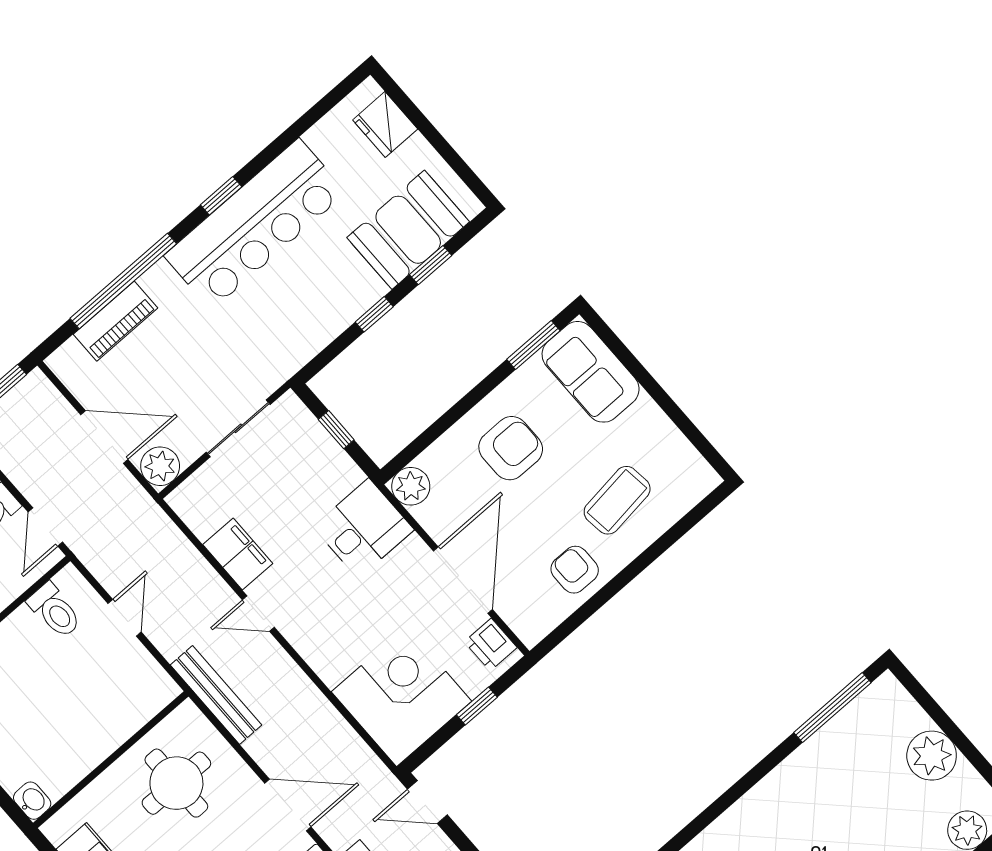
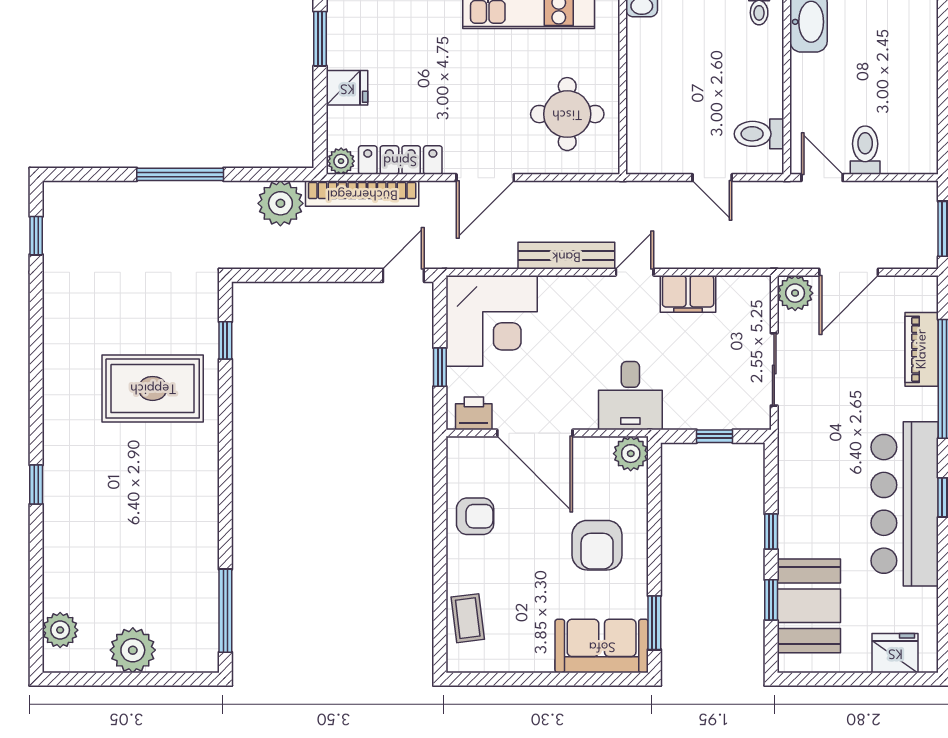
coffee table: (617, 500) -> (468, 618), moved, width x0.73, depth x0.77
bench: (216, 695) -> (566, 256), moved

